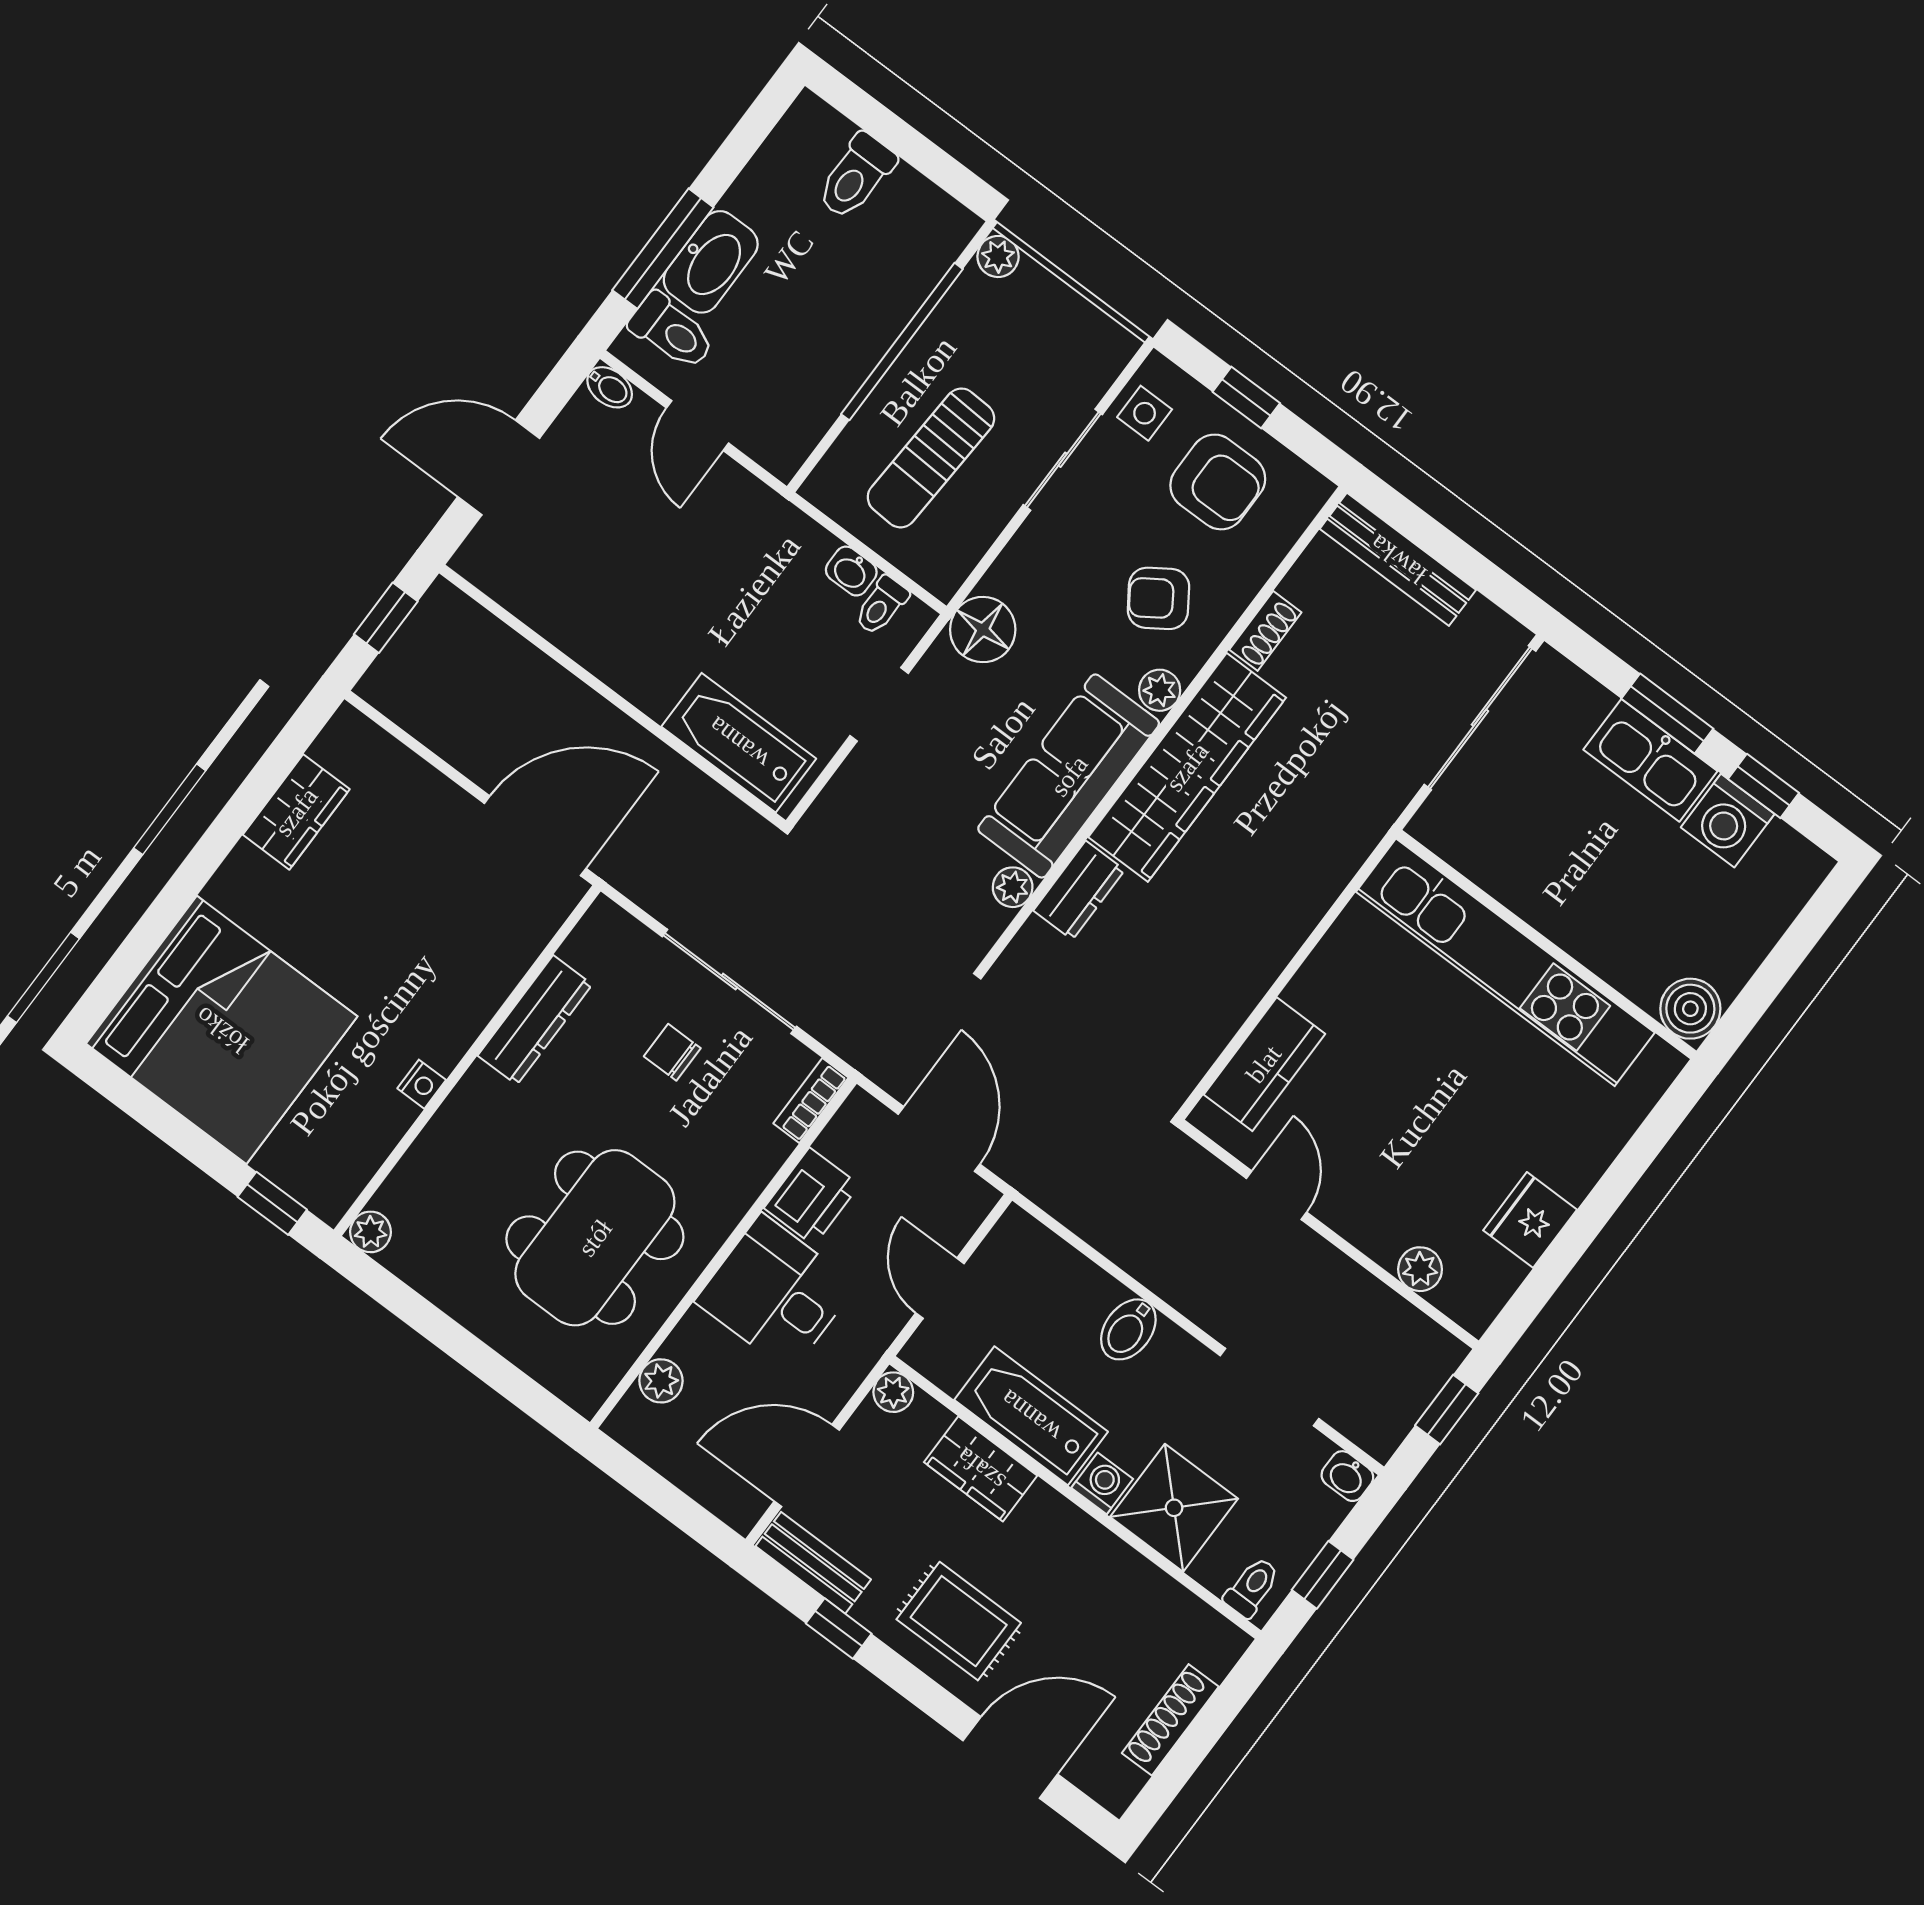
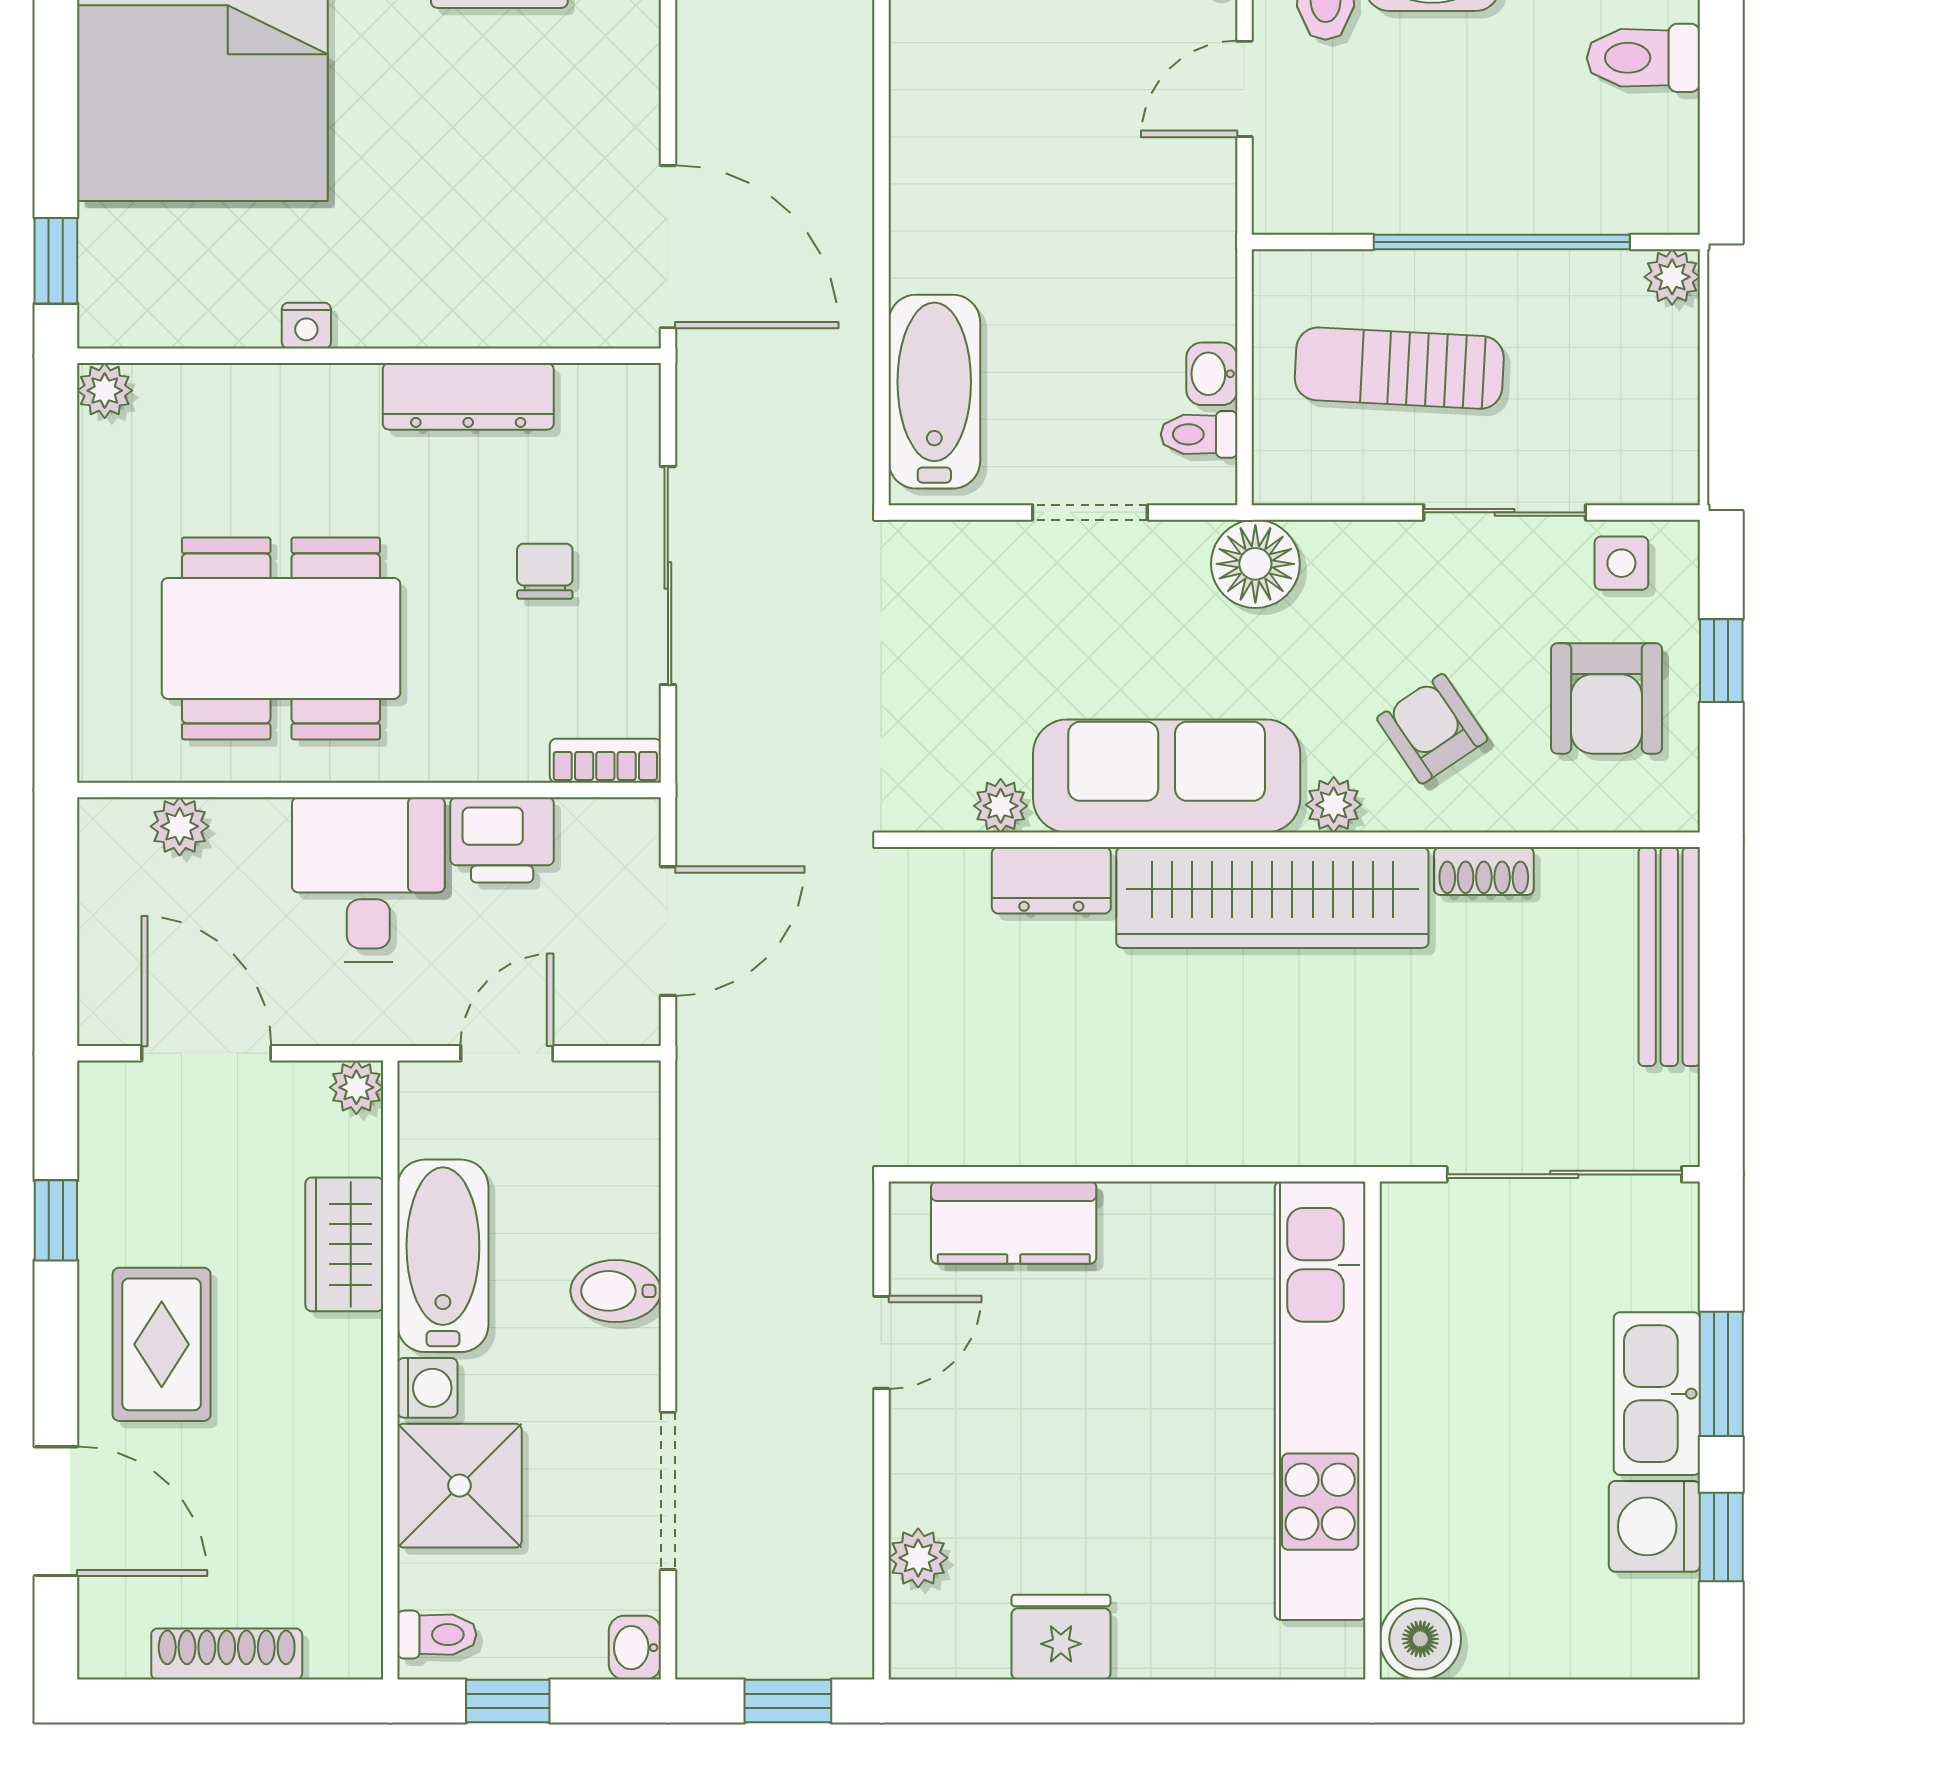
bench: (813, 1563) -> (106, 1139), removed

